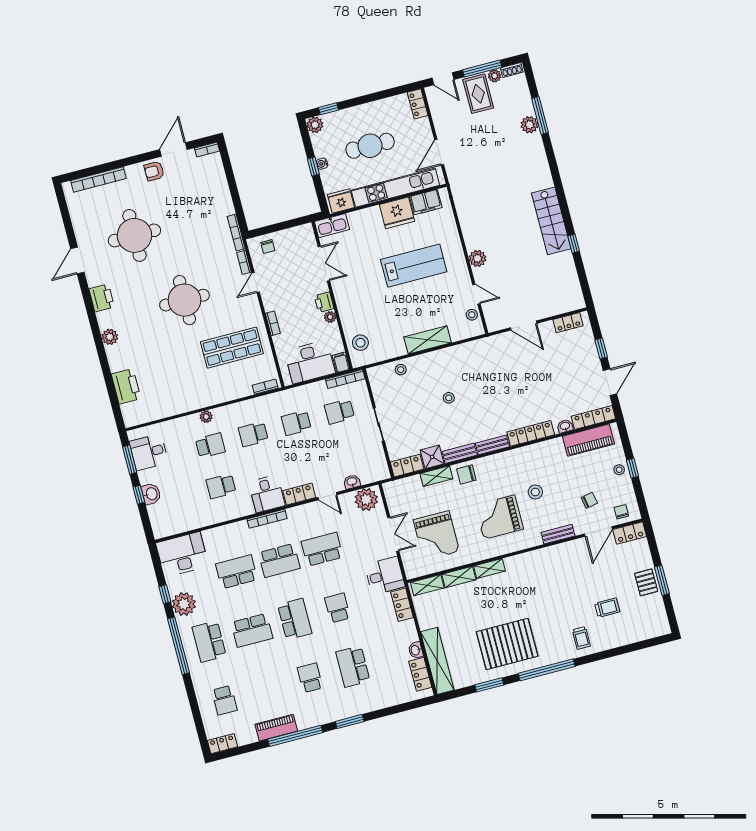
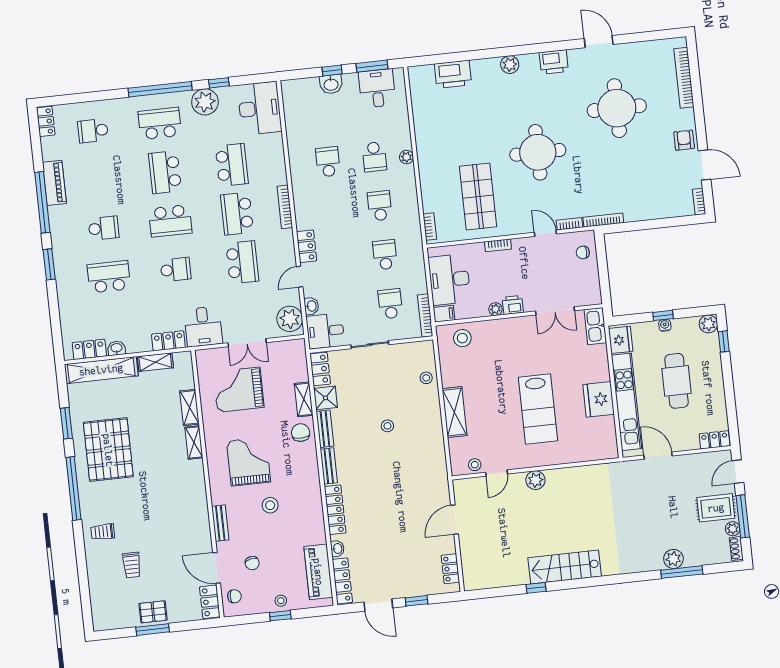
filing cabinet: (426, 202) -> (606, 433), removed
desk: (267, 494) -> (325, 331), moved
shelving: (427, 585) -> (155, 362), moved, turned 90

